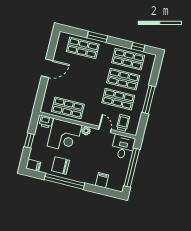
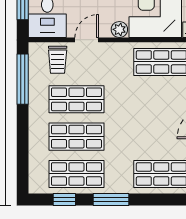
window: (97, 37) -> (111, 200), moved
window: (149, 100) -> (23, 79), moved
door: (105, 130) -> (87, 40), swing flipped

